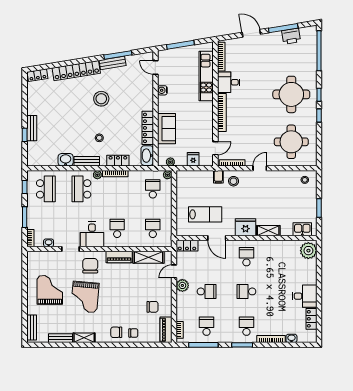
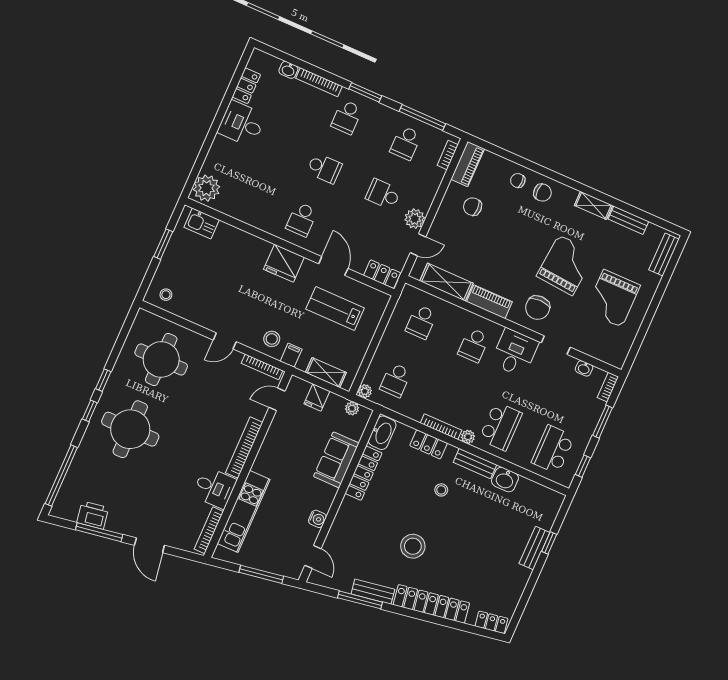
shelving: (268, 231) -> (326, 372), moved

